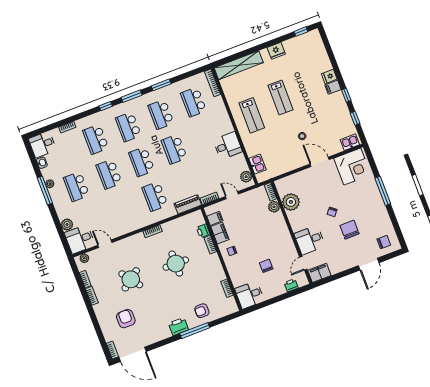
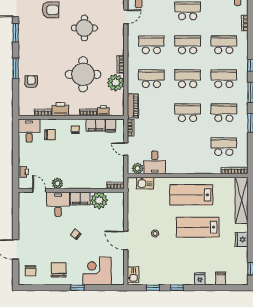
filing cabinet: (333, 87) -> (221, 278), moved
lab bench: (280, 97) -> (198, 227), width x1.36, depth x1.39
lab bench: (252, 115) -> (191, 195), width x1.36, depth x1.39
desk: (228, 146) -> (155, 162), moved
door: (320, 162) -> (126, 240), swing flipped
corner desk: (352, 167) -> (97, 271), moved, turned 90
window: (383, 191) -> (77, 288), width x0.46
door: (232, 195) -> (126, 149), swing flipped
plant: (274, 207) -> (57, 183), moved
school desk: (122, 209) -> (151, 45), added
plant: (172, 229) -> (116, 83), added
chair: (350, 230) -> (59, 270), moved, turned -90
round table: (176, 264) -> (83, 74), width x1.36, depth x1.36
chair: (266, 266) -> (50, 135), moved
filing cabinet: (319, 273) -> (80, 198), moved, turned 90
round table: (131, 279) -> (84, 28), turned 37
printer: (178, 327) -> (60, 109), moved, turned -90
window: (195, 331) -> (16, 68), width x0.69
window: (161, 344) -> (16, 33), added

